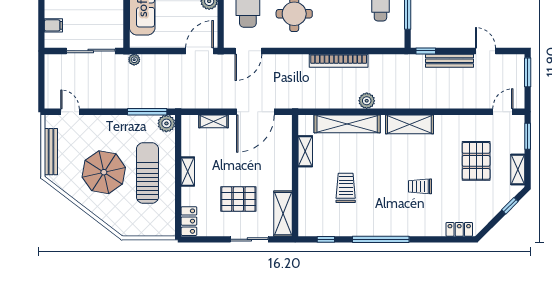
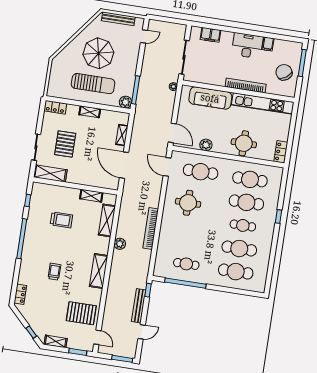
filing cabinet: (53, 25) -> (211, 35), width x2.00
shelving: (347, 124) -> (107, 220), width x0.68
pallet: (476, 161) -> (81, 313), moved

